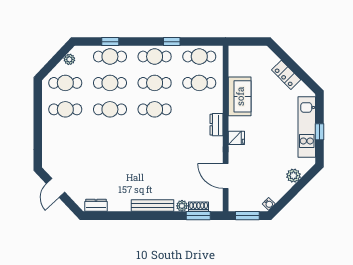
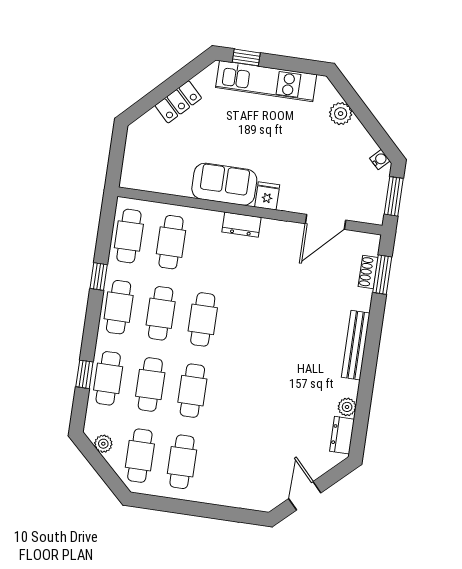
sofa: (240, 96) -> (224, 184), moved
window: (319, 132) -> (246, 57), moved
door: (55, 188) -> (305, 496), swing flipped
plant: (182, 206) -> (347, 407), moved

